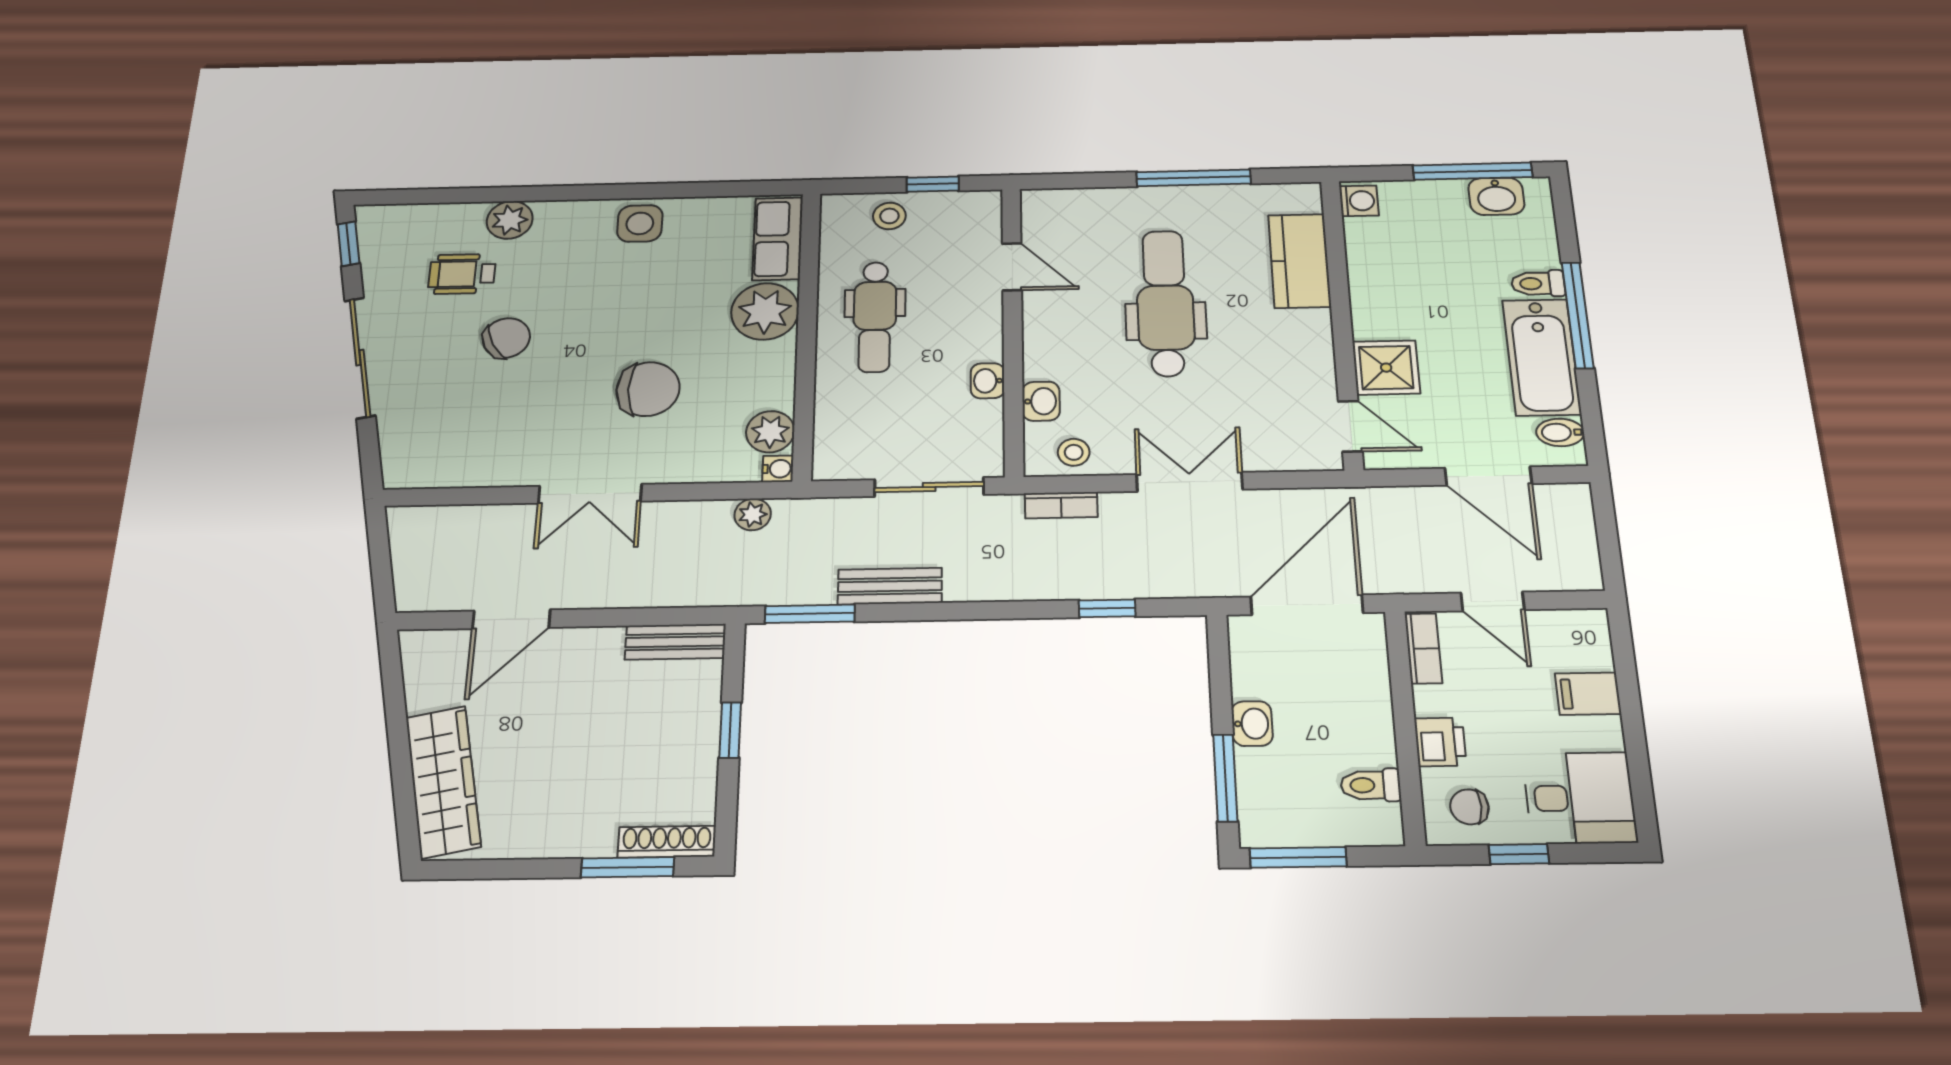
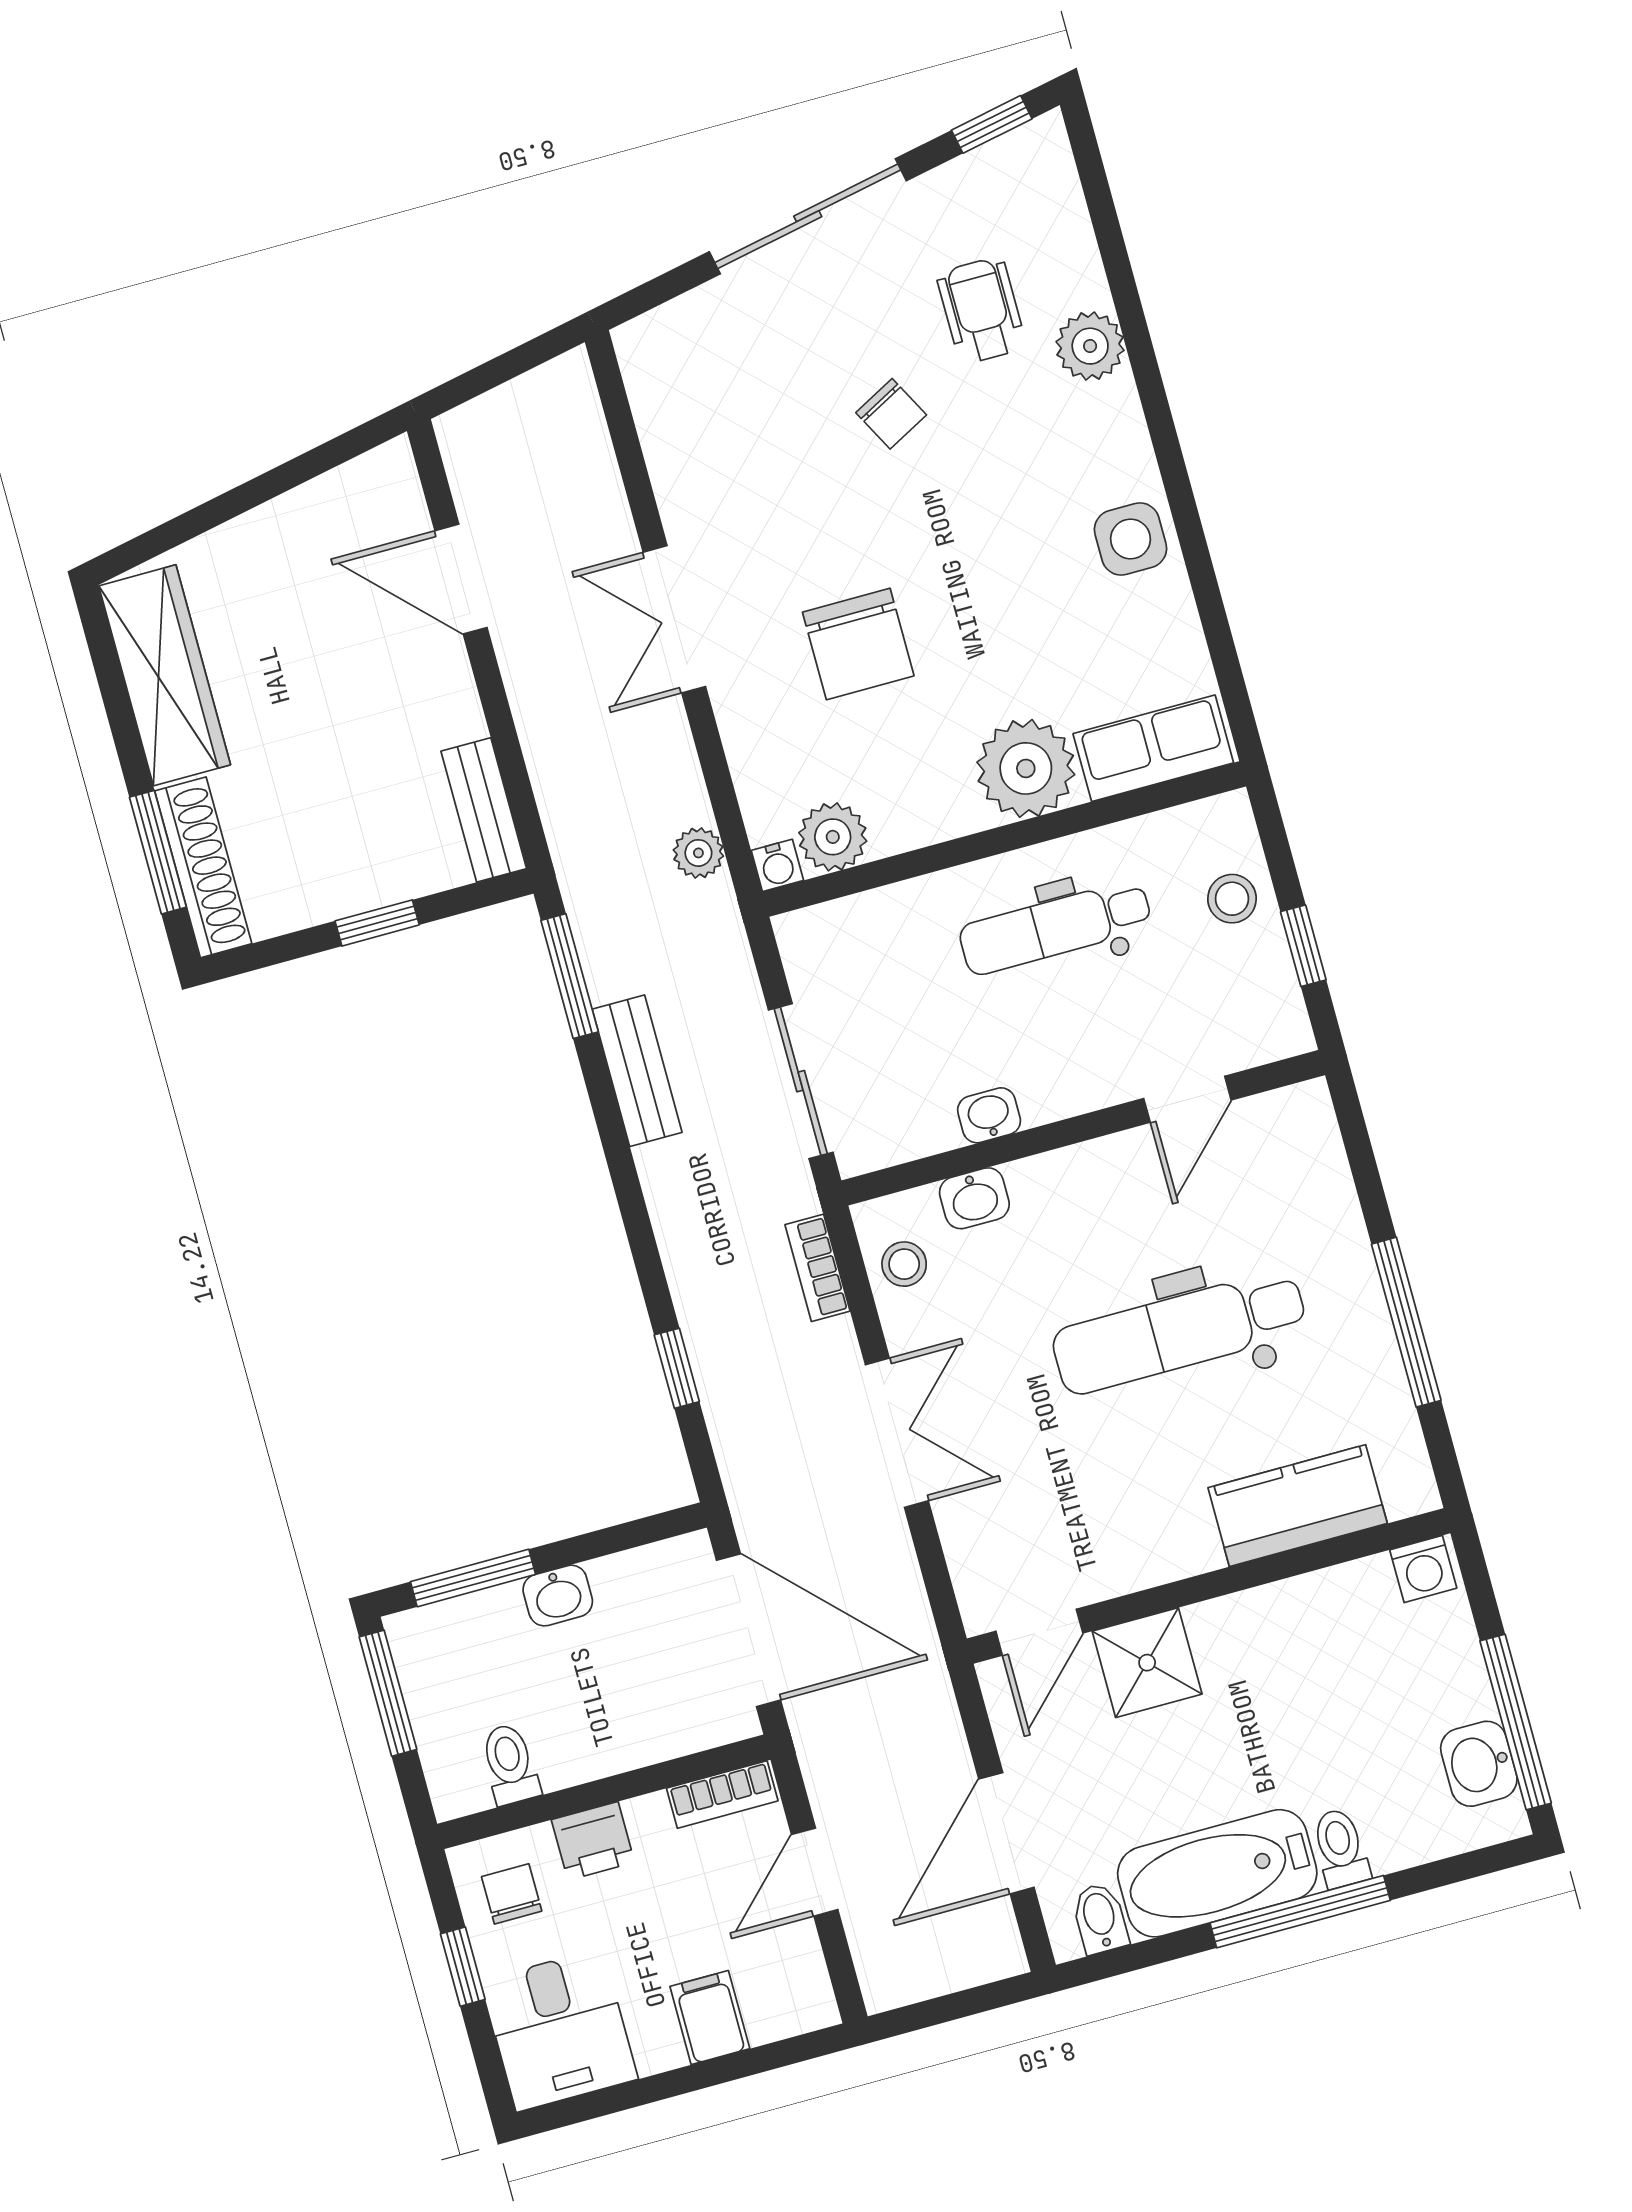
dental chair: (1165, 303) -> (1179, 1332), turned 180
chair: (506, 338) -> (891, 414), width x0.73, depth x0.73
wardrobe: (443, 782) -> (165, 675), moved, turned -79
shoe rack: (667, 842) -> (203, 867), width x1.36, depth x1.24

